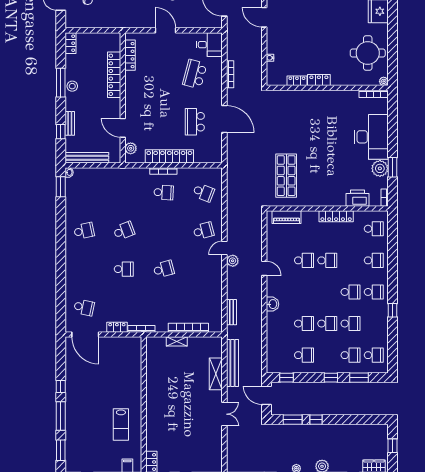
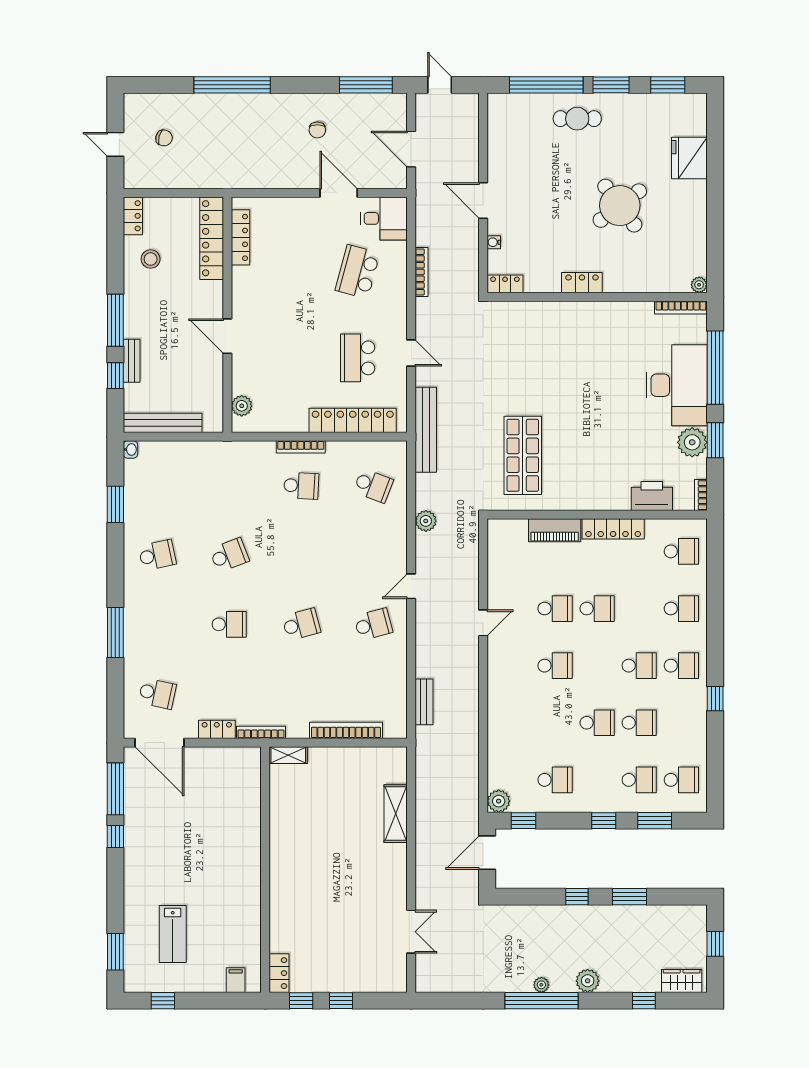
door: (264, 17) -> (483, 201), moved
door: (165, 30) -> (339, 193), moved
round table: (368, 53) -> (620, 206), moved, turned -37
locker: (114, 75) -> (212, 238), moved
locker: (297, 81) -> (505, 284), moved
window: (61, 83) -> (115, 320), moved
stool: (72, 86) -> (151, 259), moved
door: (224, 119) -> (411, 353), width x0.53
window: (393, 127) -> (715, 368), added
door: (123, 128) -> (227, 336), moved
locker: (169, 156) -> (353, 420), moved
window: (61, 187) -> (115, 504), moved
piano: (286, 217) -> (555, 530), moved
school desk: (203, 231) -> (373, 624), moved
plant: (233, 261) -> (426, 521), moved
door: (264, 268) -> (483, 623), hinge flipped
window: (61, 274) -> (115, 632), added
washbasin: (272, 304) -> (498, 688), removed
school desk: (304, 324) -> (555, 666), moved
shelving: (177, 341) -> (288, 755), moved
bench: (233, 363) -> (426, 430), moved
plant: (273, 367) -> (499, 801), added
door: (266, 395) -> (487, 853), hinge flipped
double door: (224, 414) -> (411, 932), moved
window: (61, 416) -> (115, 789), moved
window: (293, 420) -> (630, 897), moved
lab bench: (121, 424) -> (173, 934), moved

